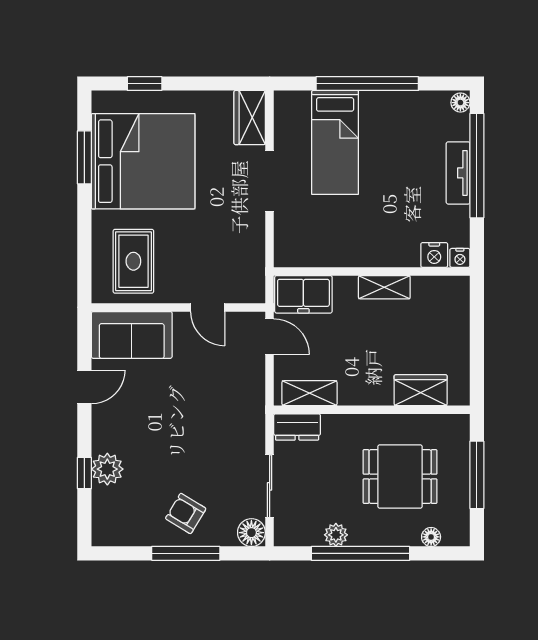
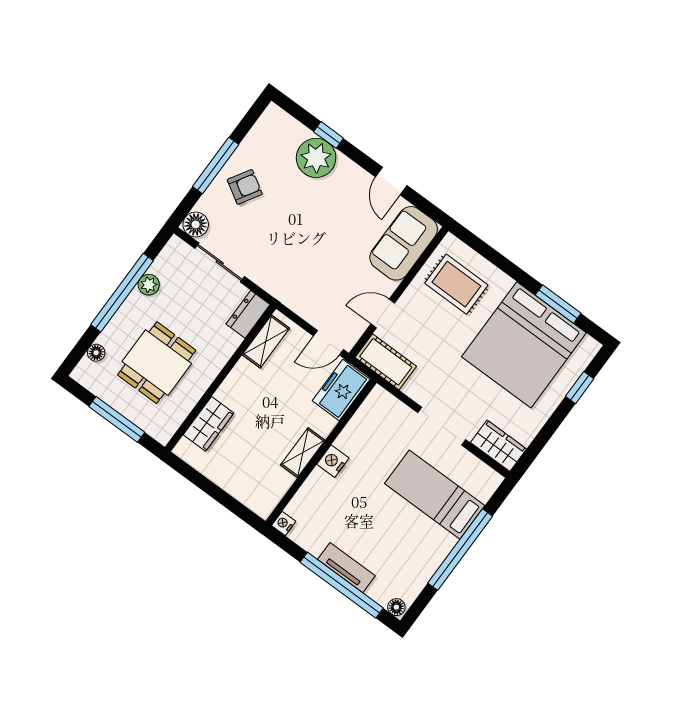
nightstand: (434, 255) -> (333, 461), moved
cot: (249, 273) -> (386, 362), added
plant: (107, 469) -> (316, 158), width x1.36, depth x1.36

